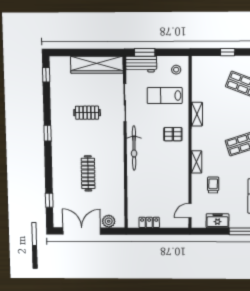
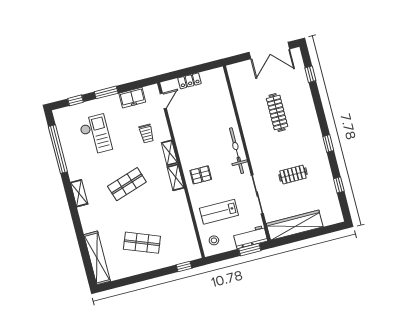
window: (228, 52) -> (184, 266), moved
window: (46, 75) -> (339, 185), moved
lab bench: (165, 96) -> (219, 212), turned 180
shelving: (197, 114) -> (176, 177), moved
plant: (109, 221) -> (244, 68), removed
locker: (149, 222) -> (190, 81), moved

